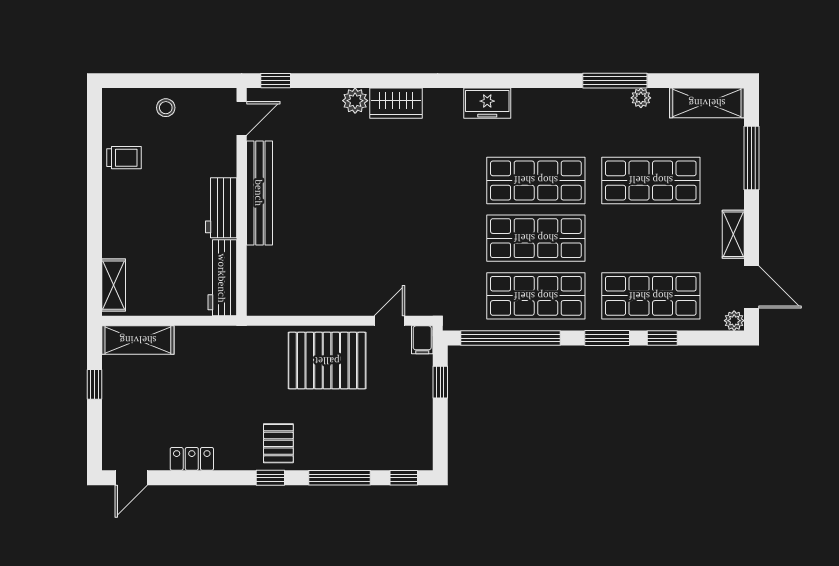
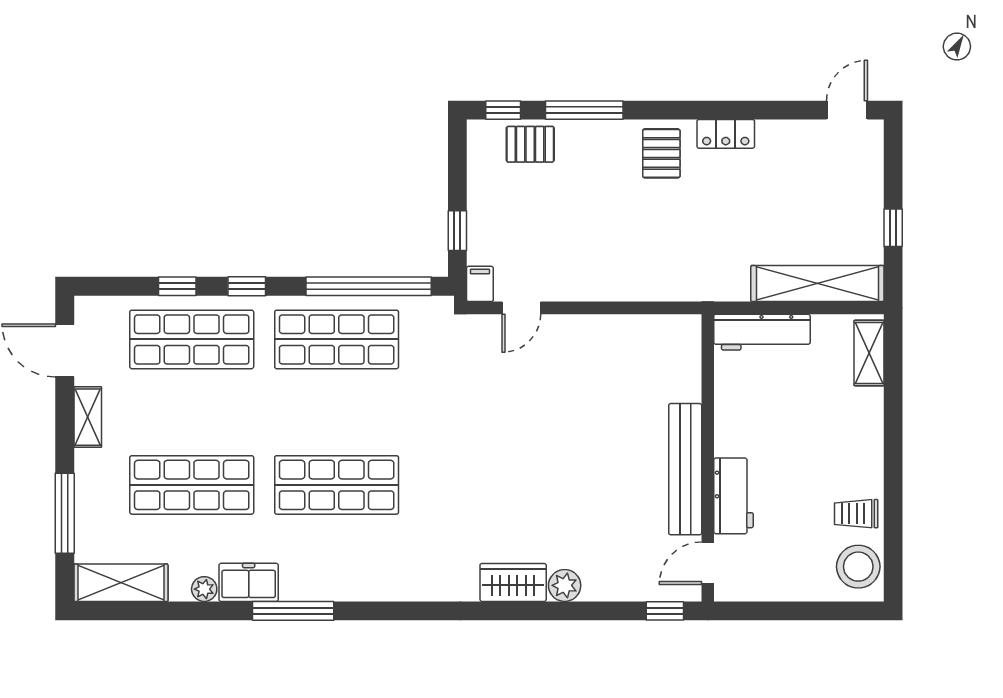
window: (615, 81) -> (293, 611), moved
freezer: (487, 103) -> (249, 582), moved
stool: (166, 108) -> (858, 567), moved, width x1.89, depth x1.89
workbench: (221, 208) -> (734, 496), moved
shop shelf: (536, 238) -> (337, 412), removed
workbench: (222, 278) -> (762, 332), moved, turned 90
plant: (734, 321) -> (87, 308), removed
window: (607, 338) -> (247, 286), width x0.67
shelving: (138, 340) -> (817, 284), width x1.47
pallet: (327, 361) -> (530, 144), moved, width x0.49, depth x0.50
locker: (192, 459) -> (726, 134), moved
window: (270, 478) -> (672, 110), removed

